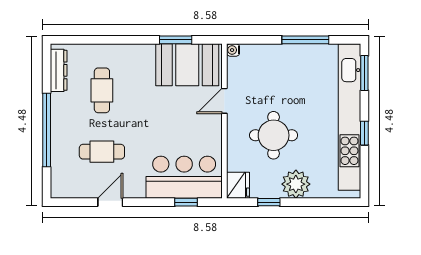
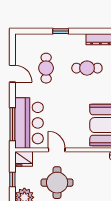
door: (224, 101) -> (57, 150), moved
window: (47, 130) -> (61, 31), width x0.32
window: (186, 202) -> (12, 124), width x2.17

